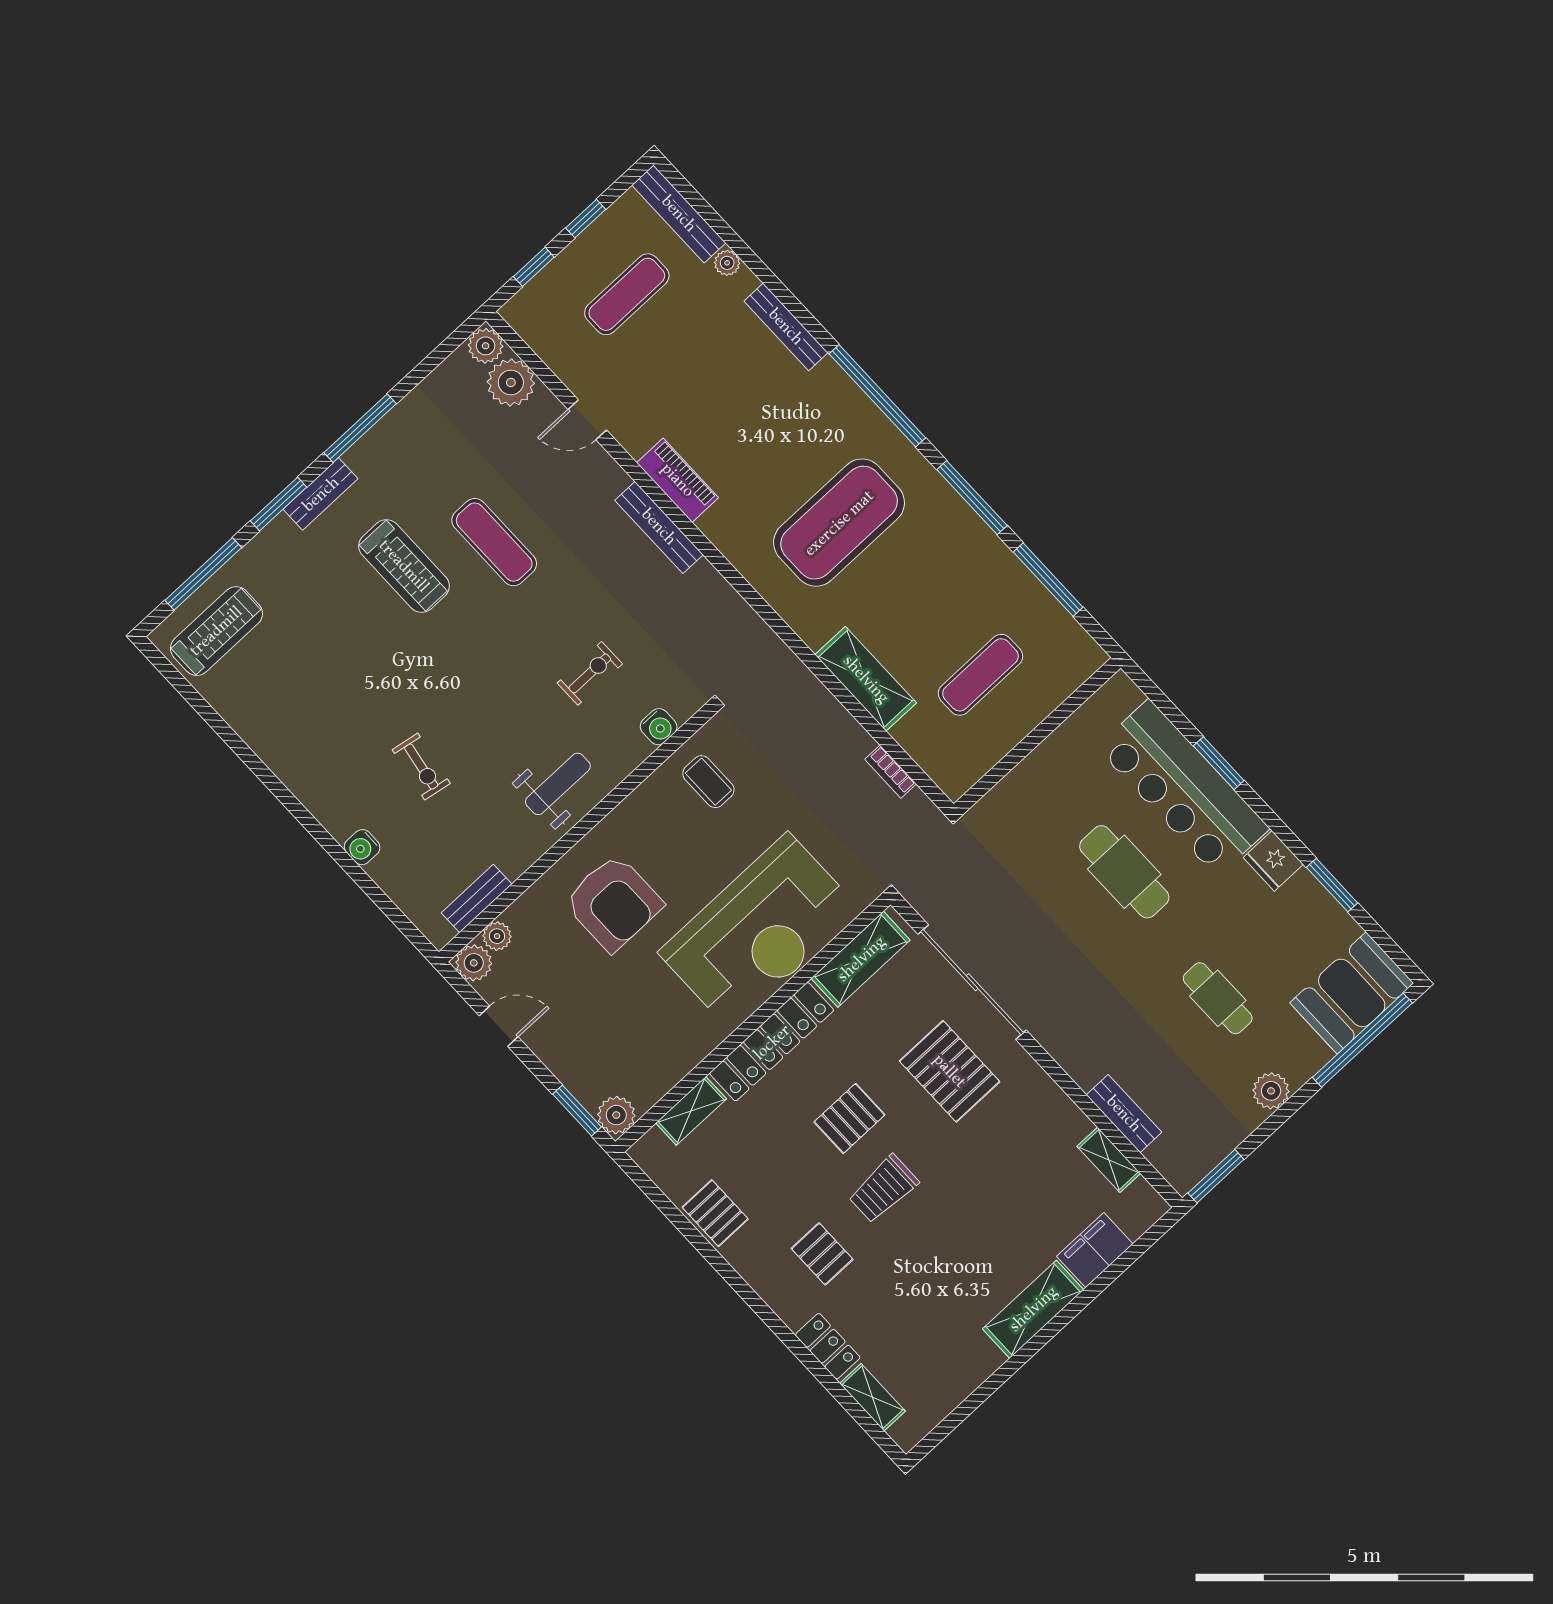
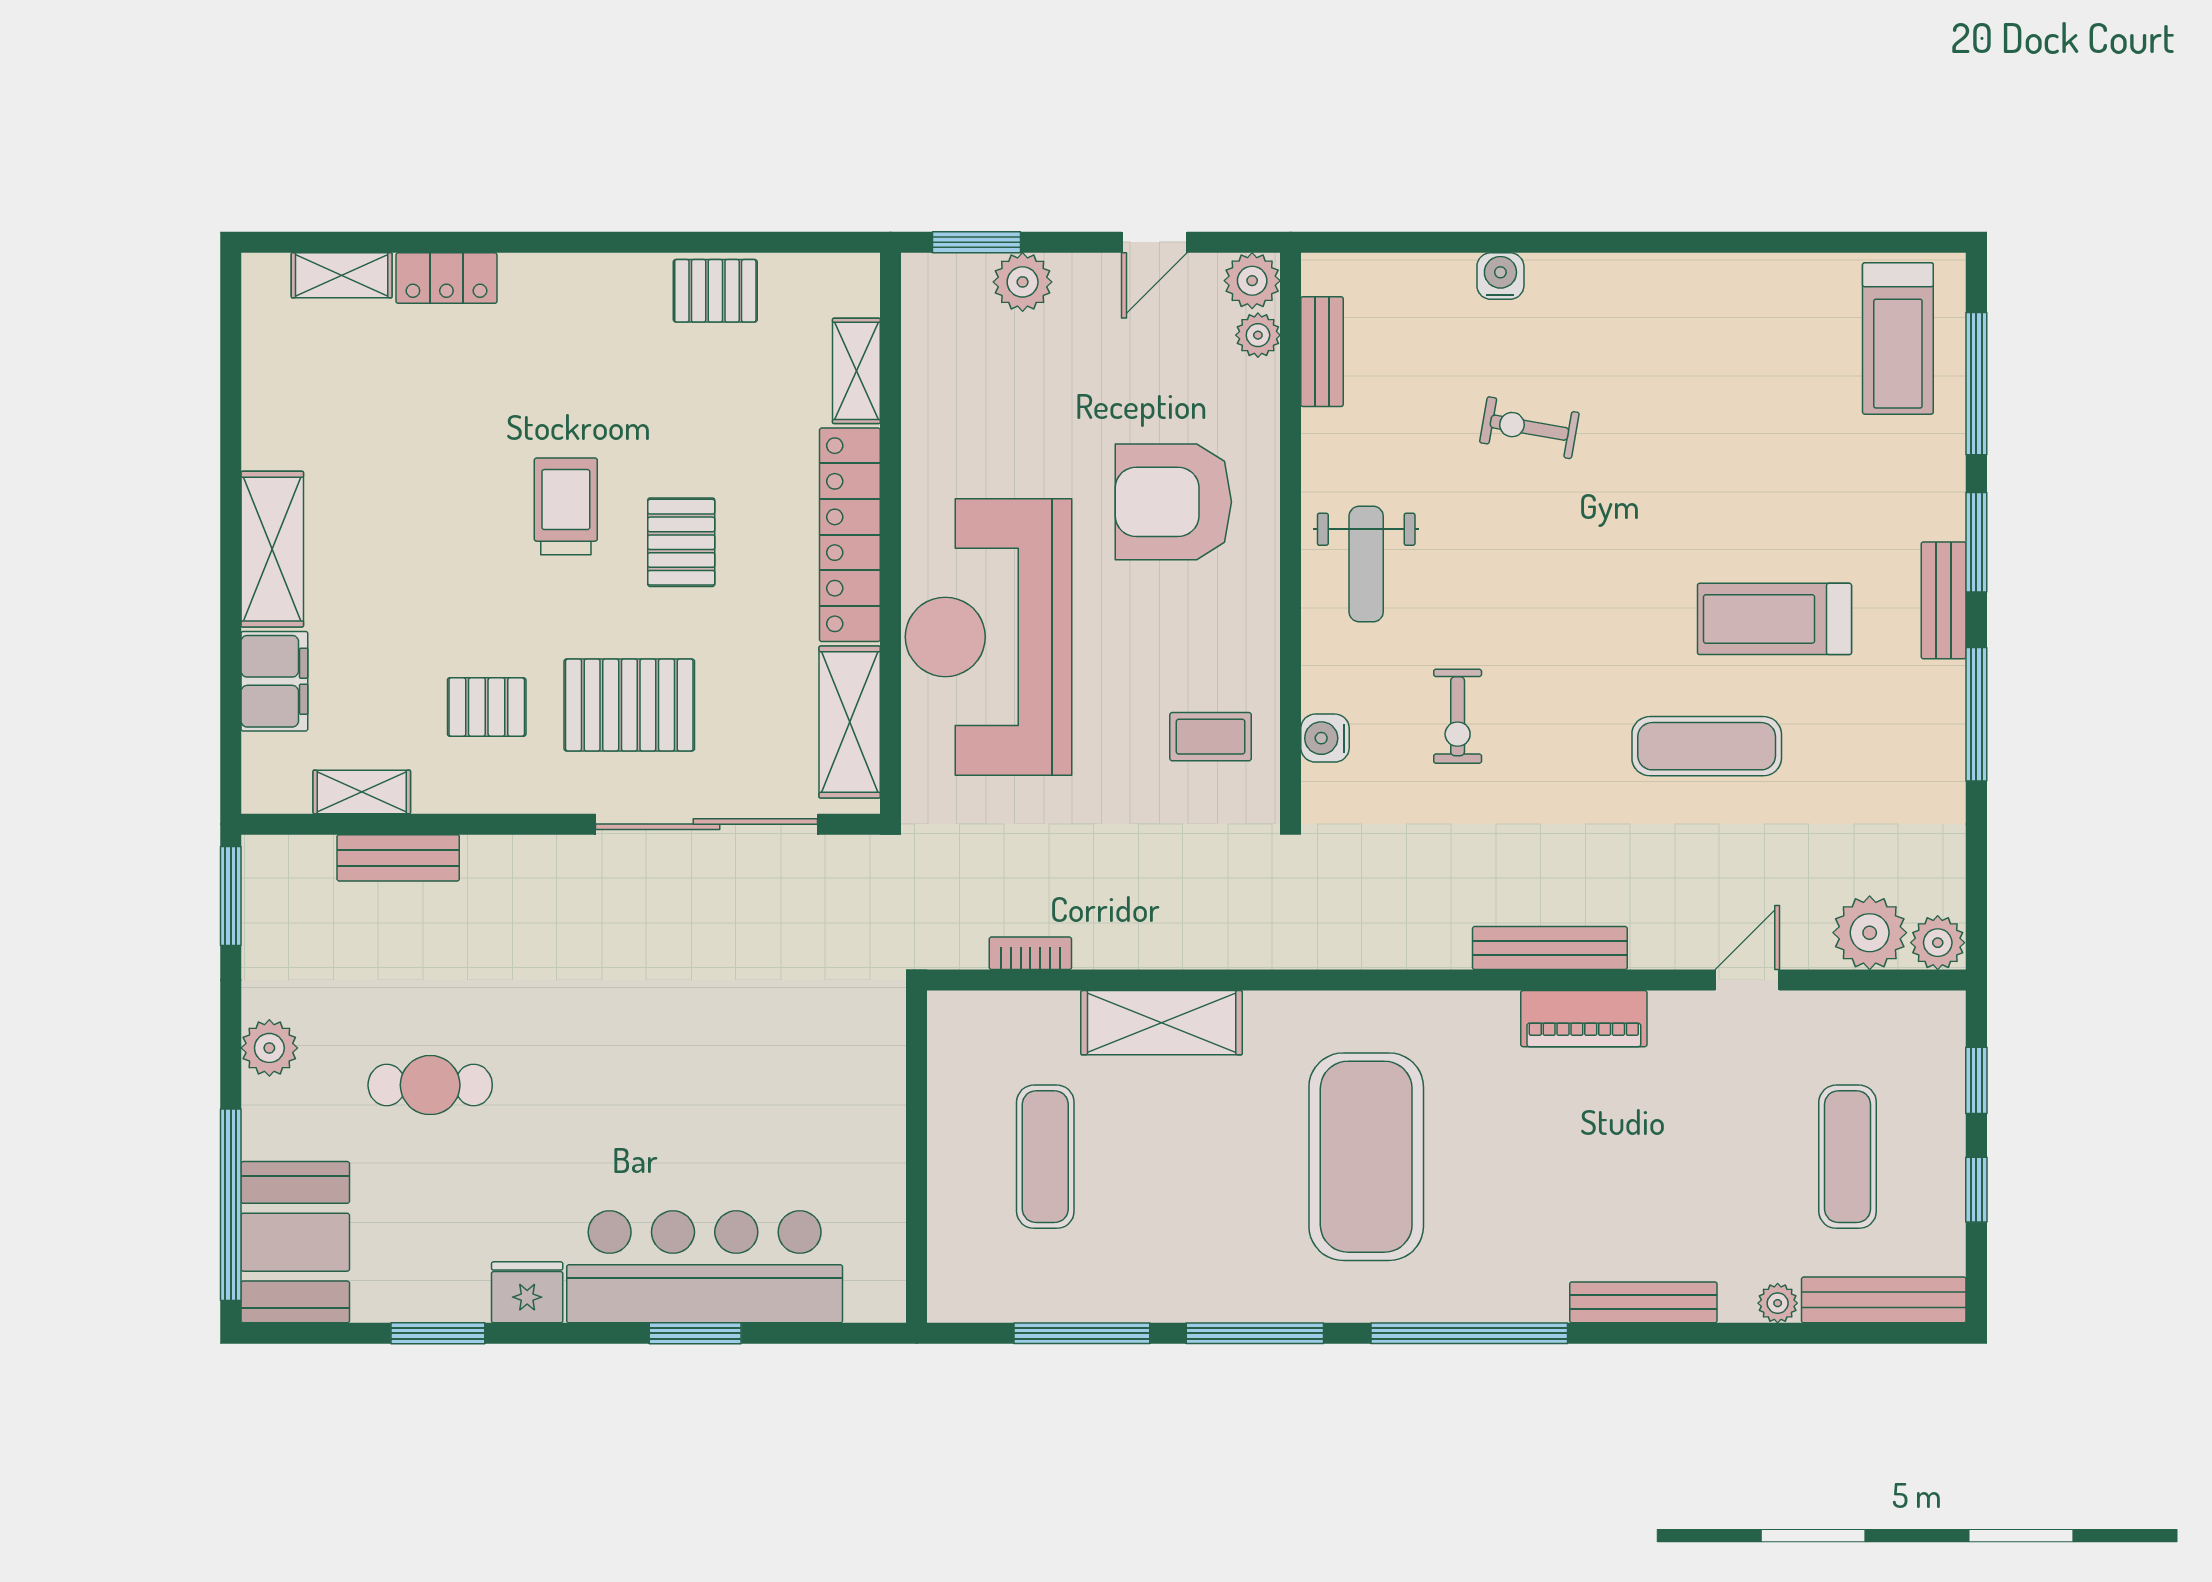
cafe table: (1124, 872) -> (671, 1112), removed
plant: (616, 1115) -> (1023, 282), moved
pallet: (822, 1254) -> (487, 707), moved

